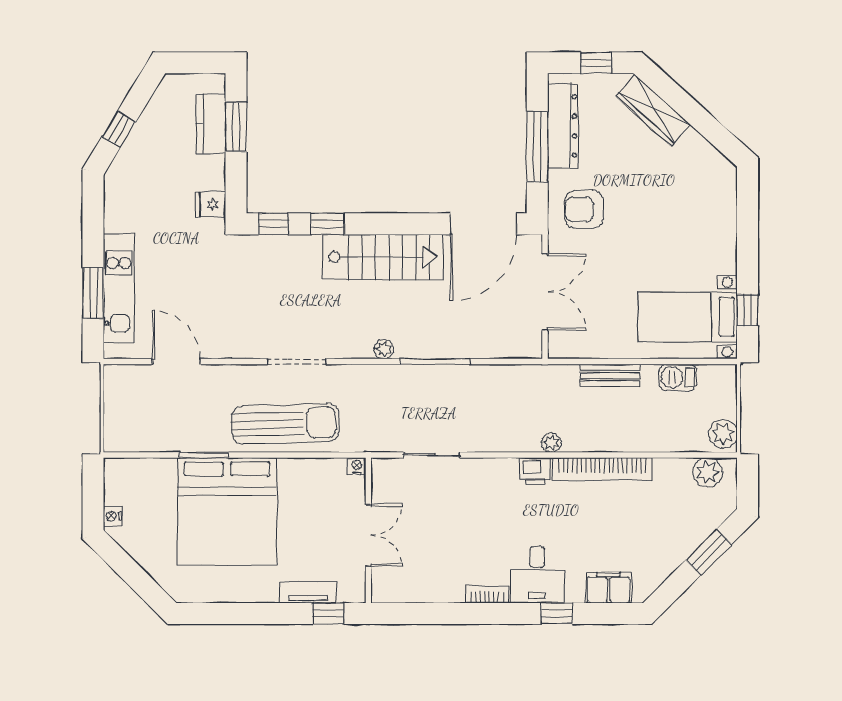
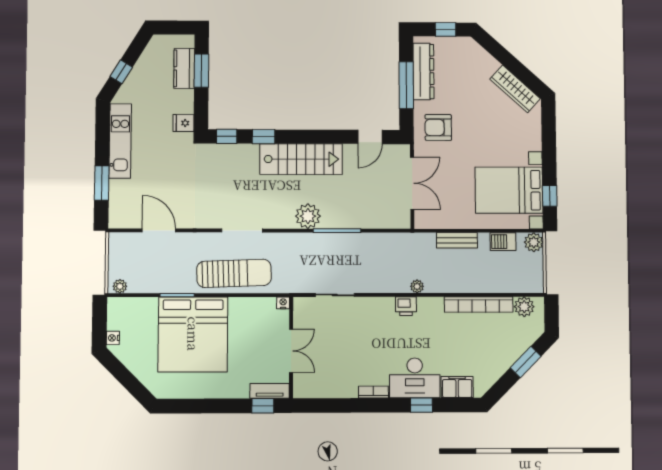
wardrobe: (653, 110) -> (515, 89), moved
door: (483, 224) -> (370, 137), width x0.53
kitchen unit: (119, 288) -> (120, 141), moved
bed with nightstands: (688, 317) -> (509, 190), width x1.36
plant: (384, 349) -> (308, 216), width x1.87, depth x1.87
plant: (723, 434) -> (534, 242), moved
plant: (121, 442) -> (120, 286), added
bookcase: (602, 469) -> (479, 304), moved
desk: (537, 574) -> (415, 378), width x1.37
tv unit: (308, 592) -> (270, 391), moved

